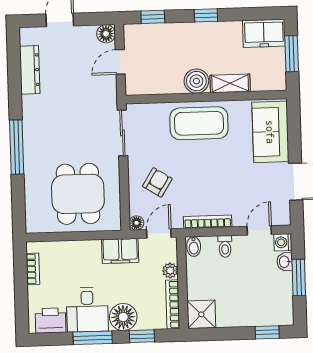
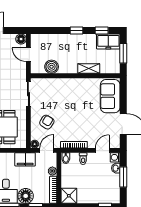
window: (153, 17) -> (102, 31), moved
door: (120, 62) -> (28, 55), hinge flipped
boiler: (196, 81) -> (52, 67), moved
coffee table: (199, 123) -> (71, 90), removed

